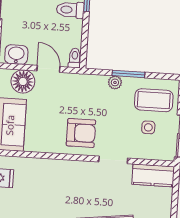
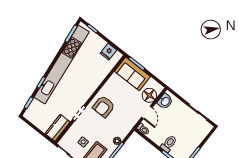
door: (48, 69) -> (147, 112), hinge flipped

